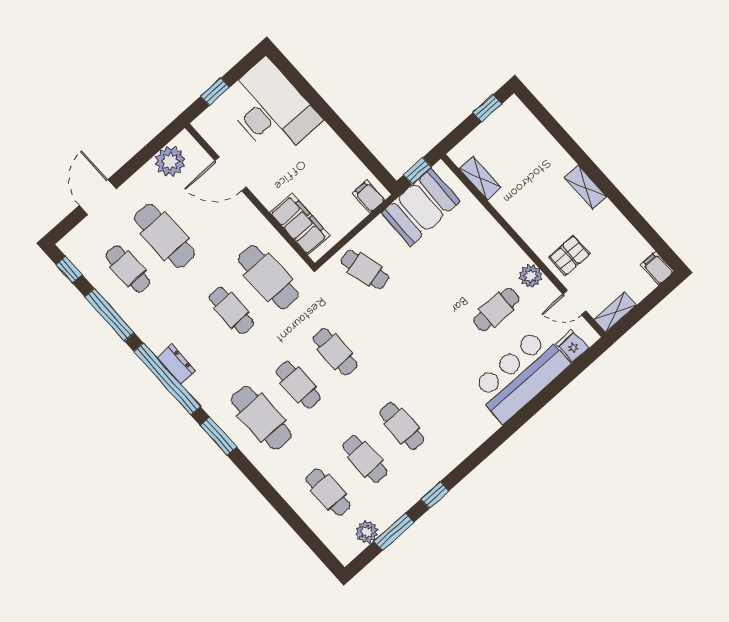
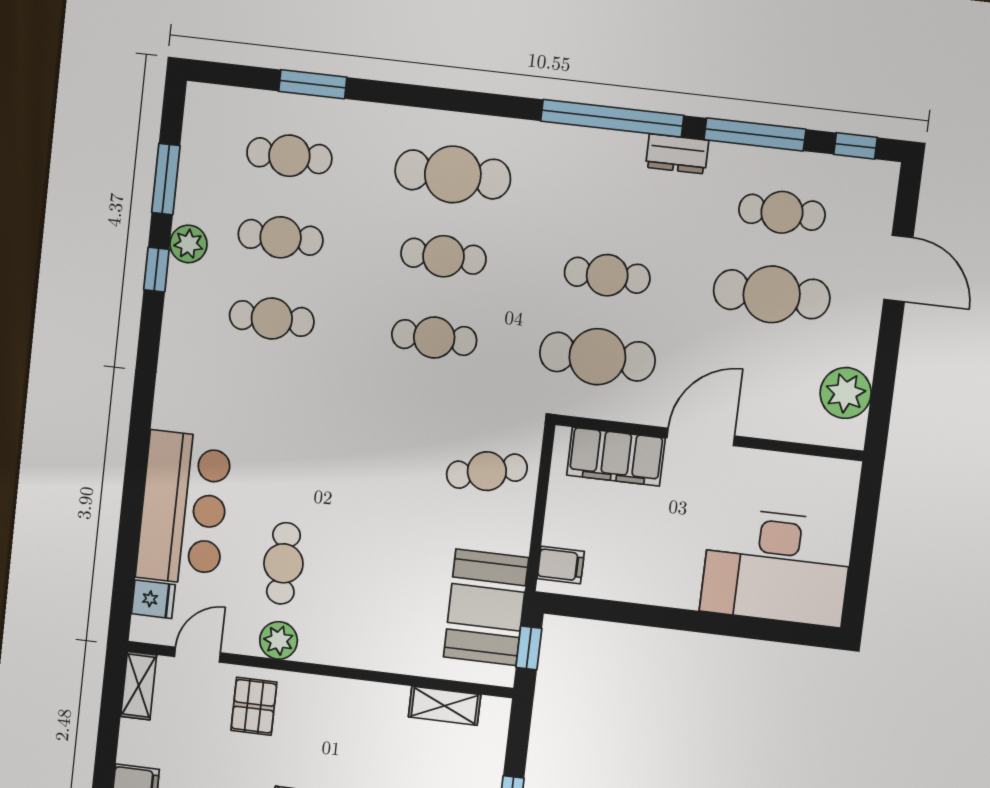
window: (215, 92) -> (865, 528), removed
door: (231, 174) -> (701, 437), moved
dresser: (176, 364) -> (677, 154), moved
window: (218, 436) -> (313, 84), moved
plant: (367, 532) -> (188, 244), moved

